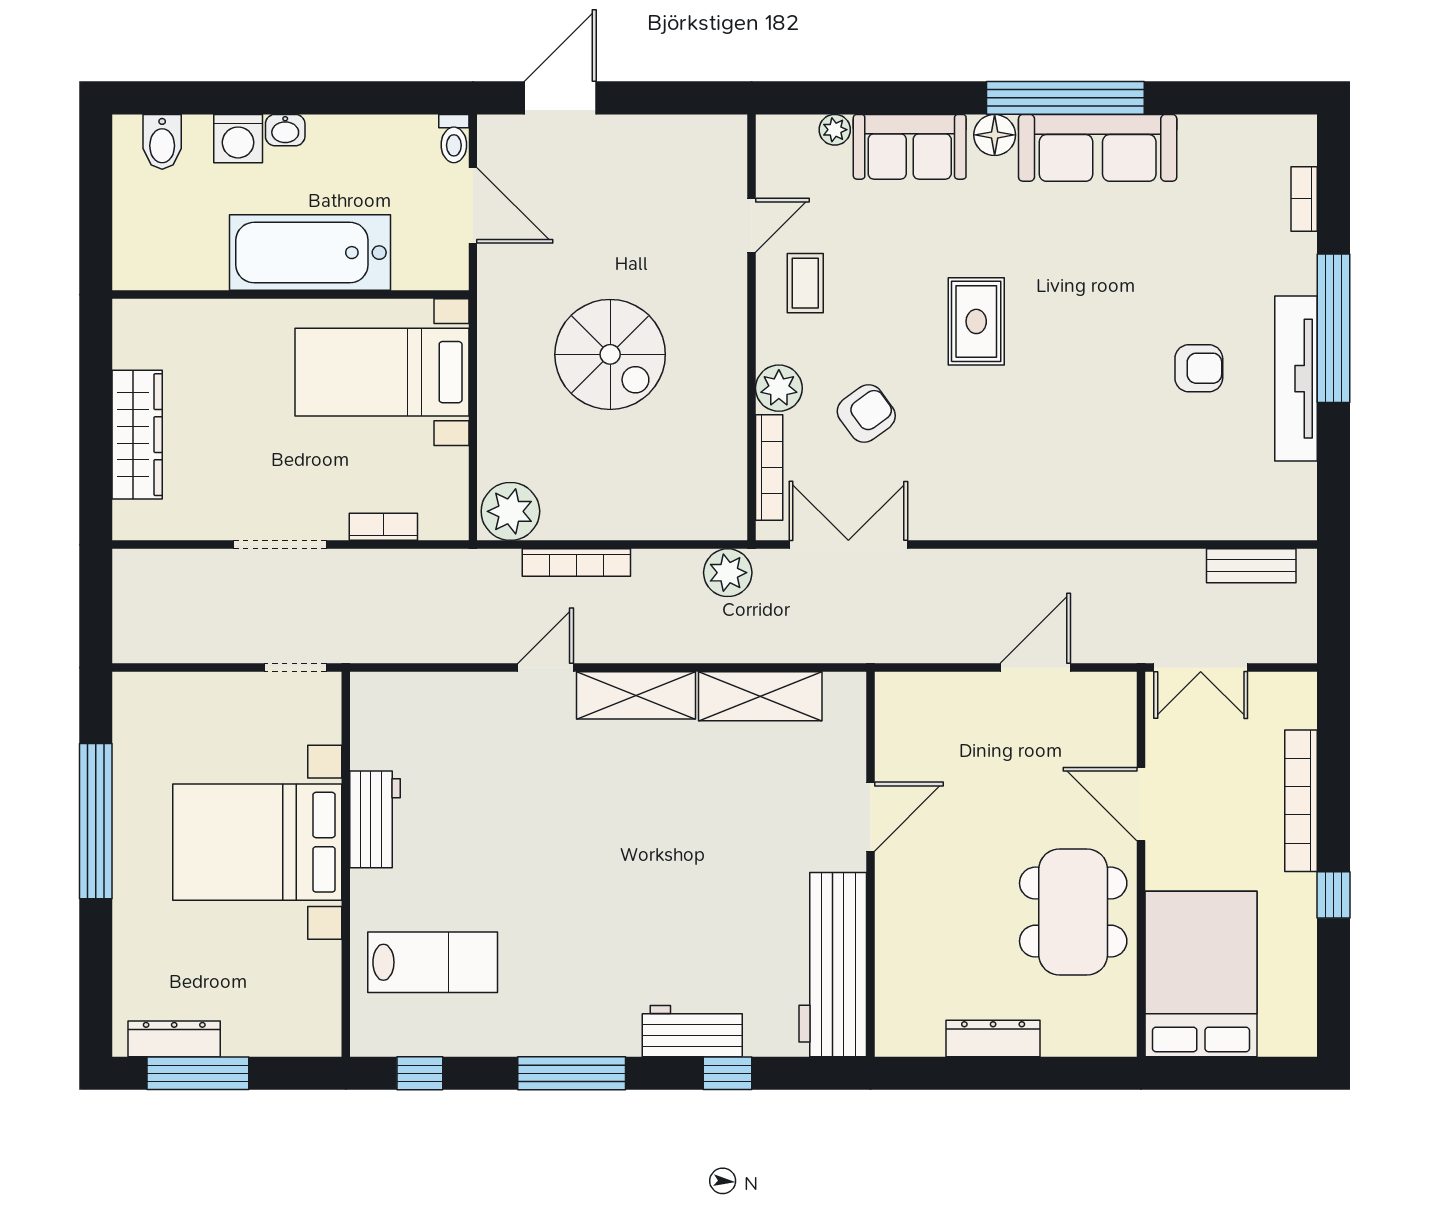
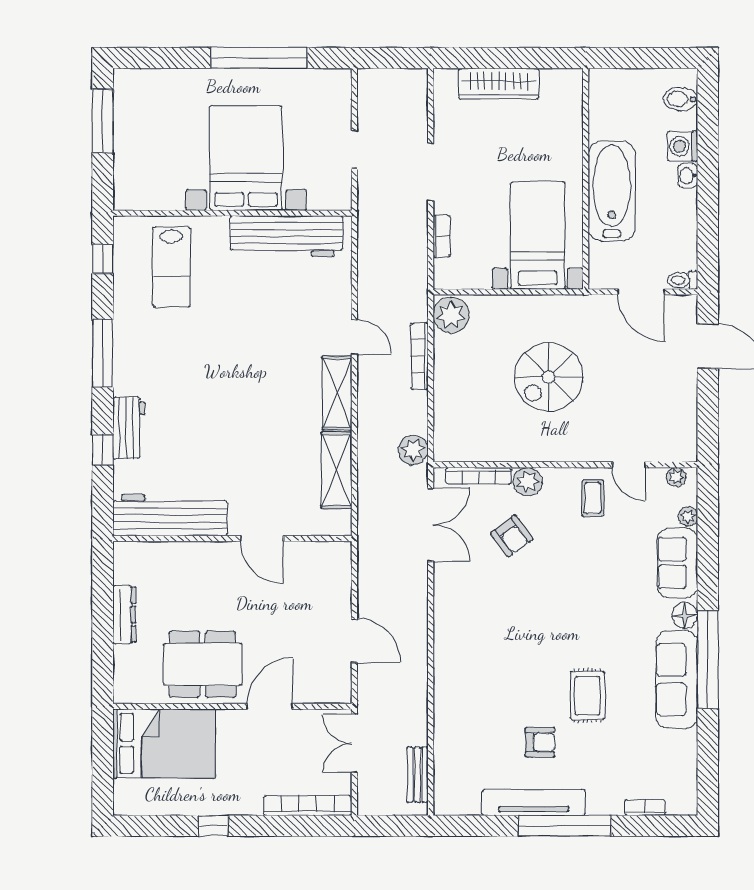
plant: (771, 149) -> (676, 477), added
door: (473, 205) -> (641, 292), hinge flipped
coffee table: (805, 283) -> (593, 498), turned 90
rug: (976, 321) -> (587, 696), moved, turned 90
armchair: (1199, 368) -> (540, 742), turned -90
doorway: (296, 668) -> (354, 149), moved
bookcase: (1301, 801) -> (308, 806), moved
workbench: (375, 819) -> (286, 236), width x1.88, depth x1.32
dresser: (174, 1039) -> (124, 107), removed

